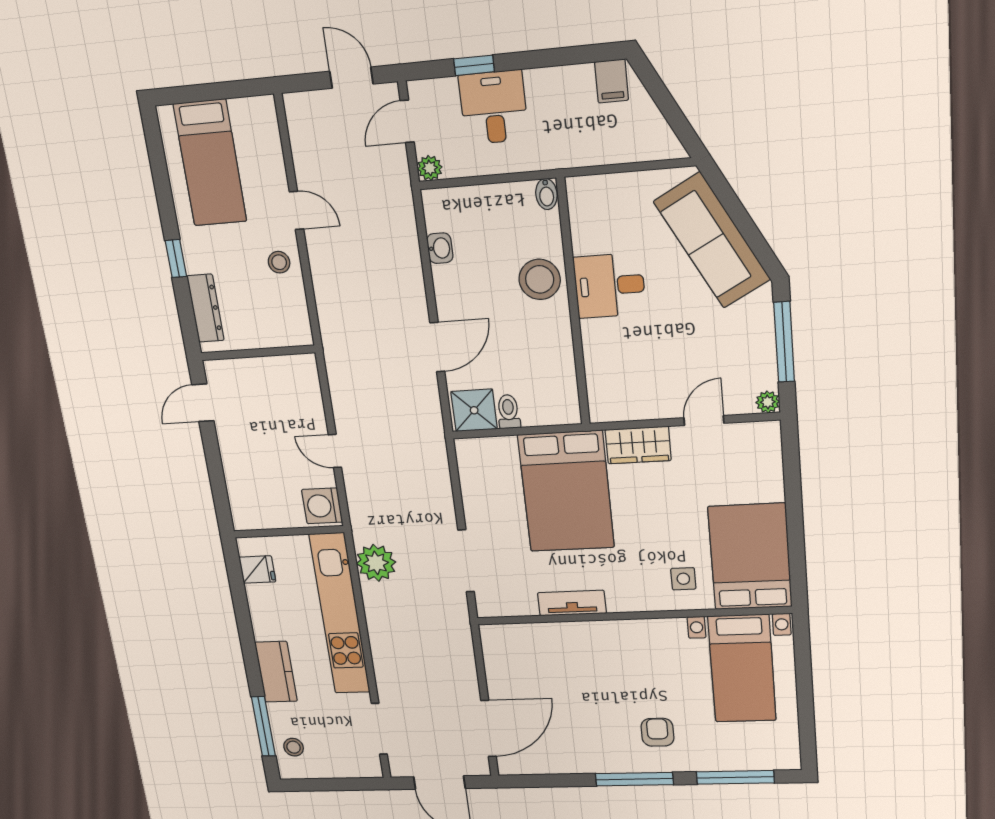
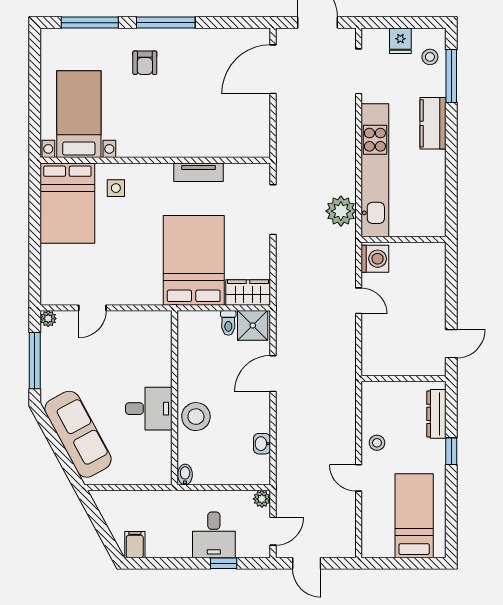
wardrobe: (638, 445) -> (248, 292), moved
fridge: (257, 569) -> (400, 41), moved, turned -90

